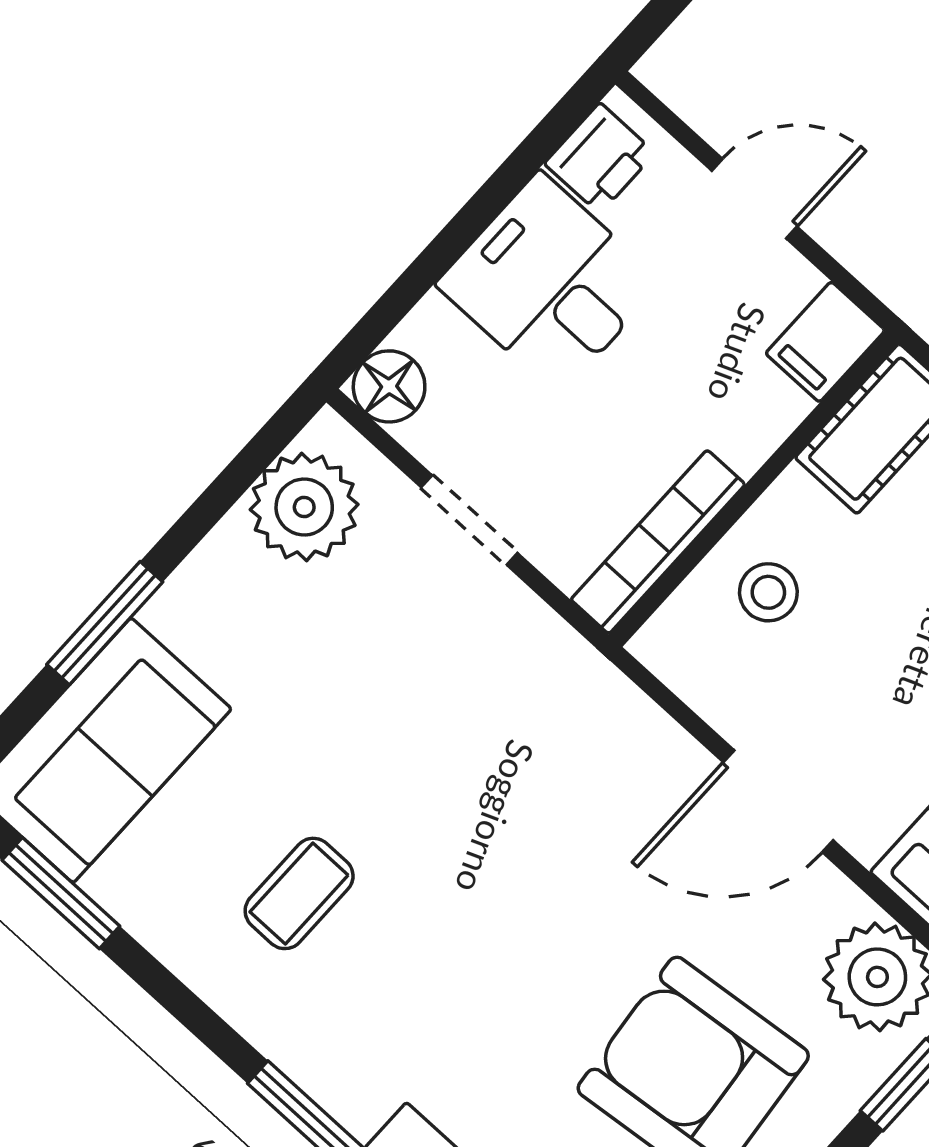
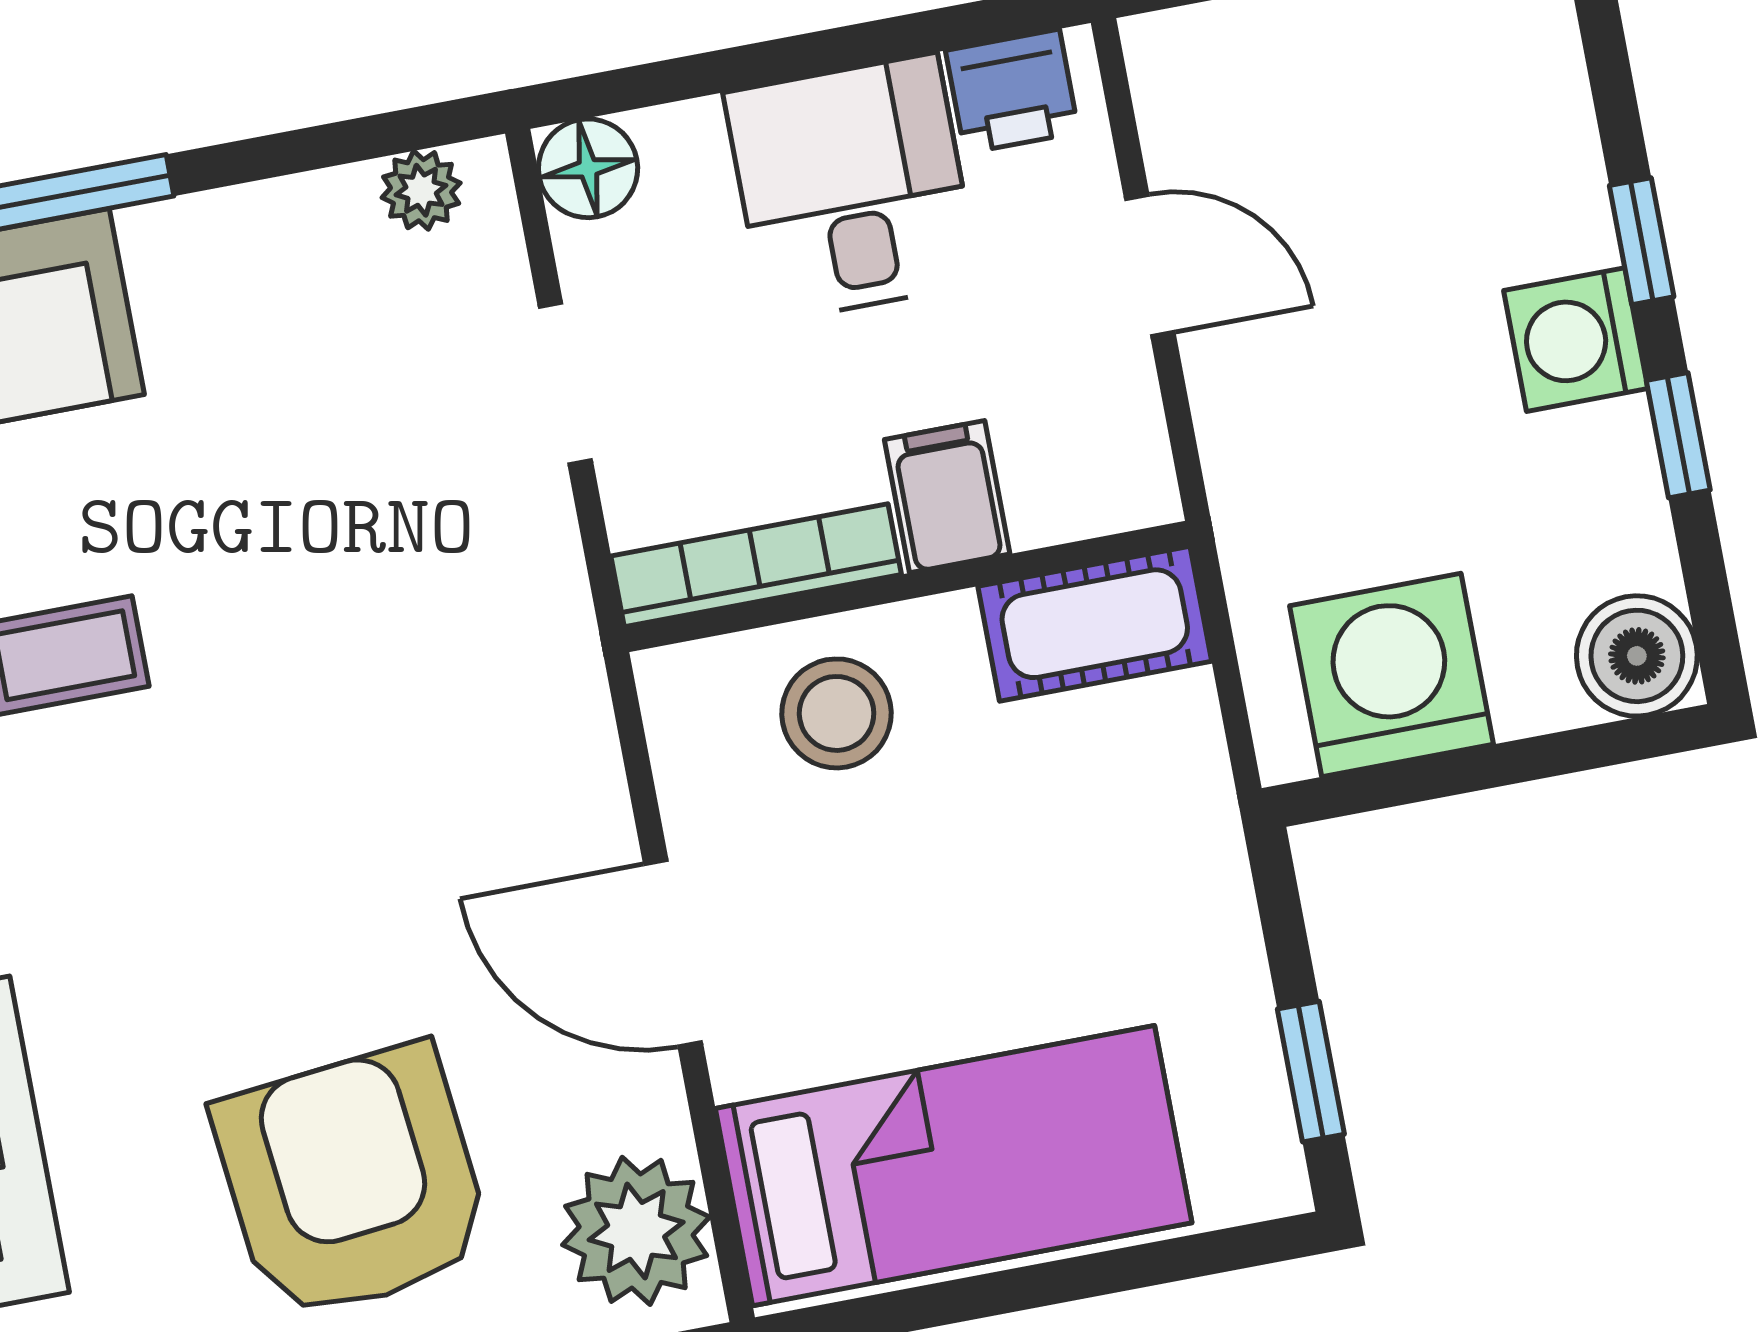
filing cabinet: (825, 342) -> (947, 497), moved, turned 90
plant: (304, 507) -> (421, 190), width x0.53, depth x0.53
stool: (768, 592) -> (837, 713), width x1.37, depth x1.37

